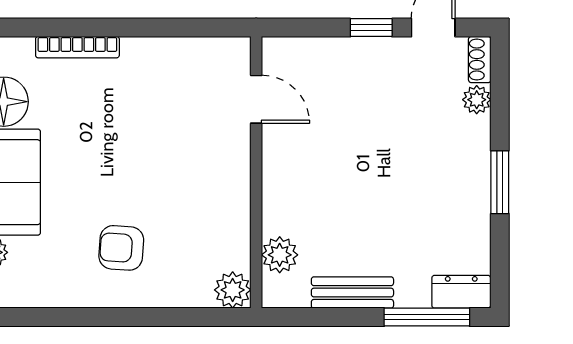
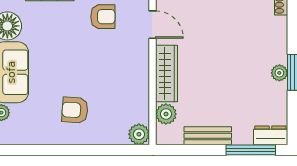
armchair: (170, 85) -> (103, 17), added
plant: (477, 100) -> (279, 73), moved
wardrobe: (281, 184) -> (167, 74), added

